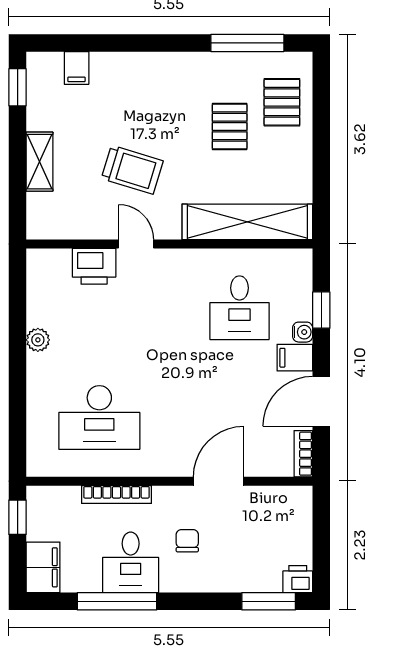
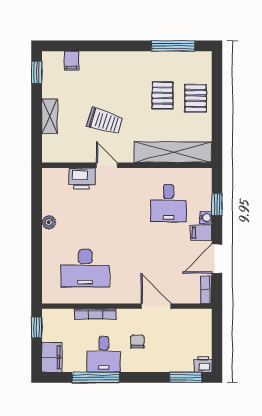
pallet: (282, 102) -> (196, 98), moved
door: (219, 481) -> (156, 306), hinge flipped

